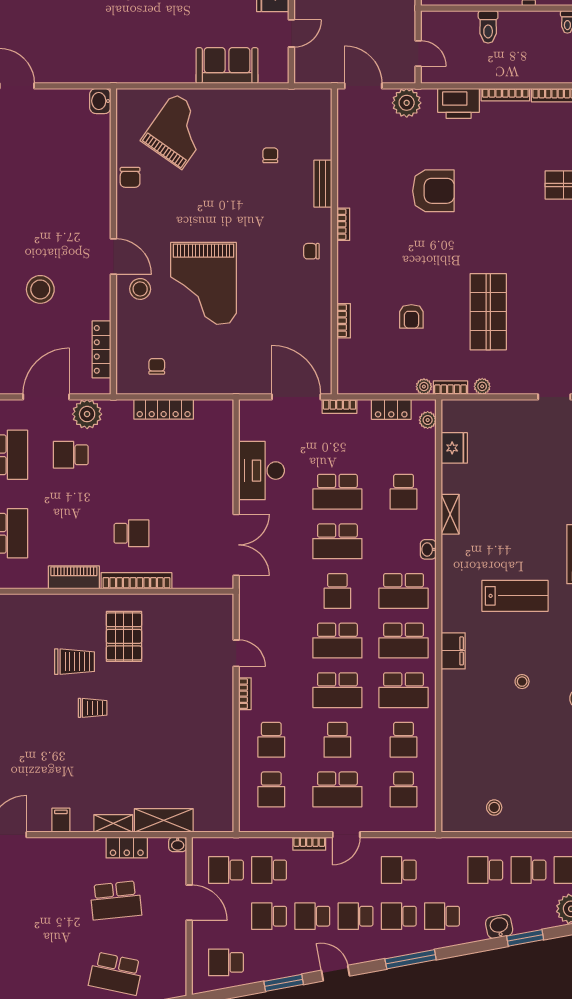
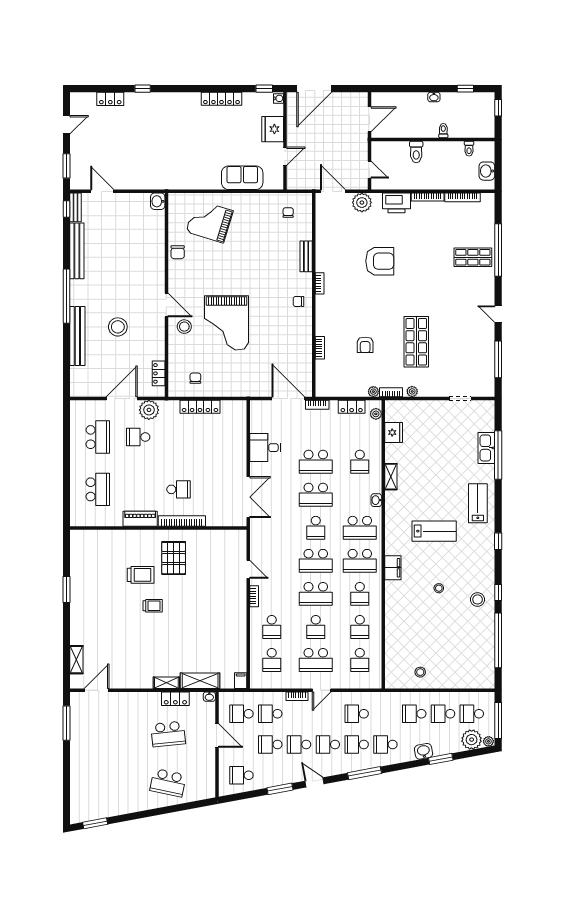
grand piano: (178, 131) -> (209, 221), turned -108
chair: (270, 155) -> (288, 213), moved
locker: (102, 349) -> (159, 373), width x0.66
desk: (261, 471) -> (265, 448), width x0.73
school desk: (404, 690) -> (360, 594), width x0.54
filing cabinet: (61, 820) -> (241, 681), moved

